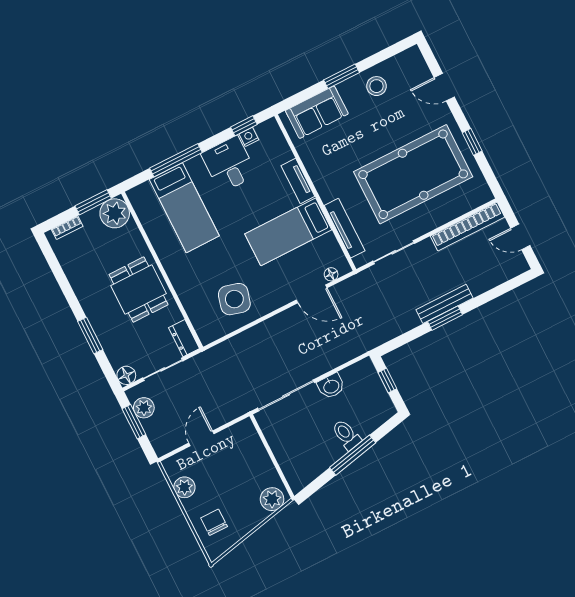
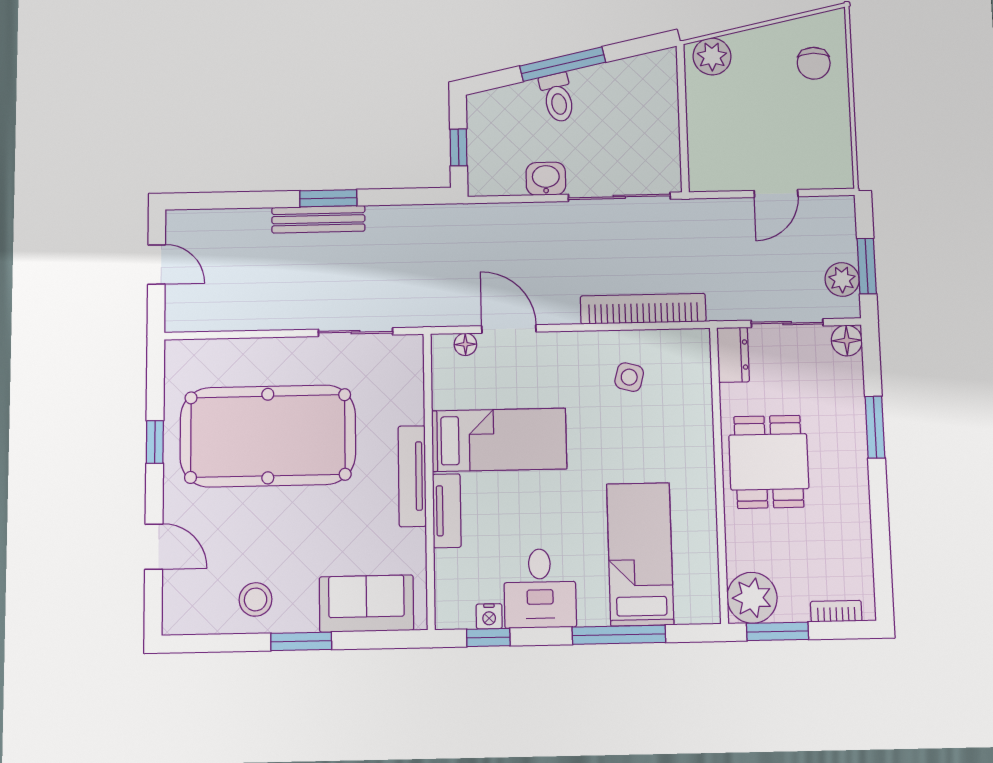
bookcase: (467, 227) -> (643, 309), moved
tv unit: (345, 228) -> (412, 476), moved
side table: (234, 299) -> (629, 377), width x0.54, depth x0.54
plant: (184, 487) -> (834, 134), removed

